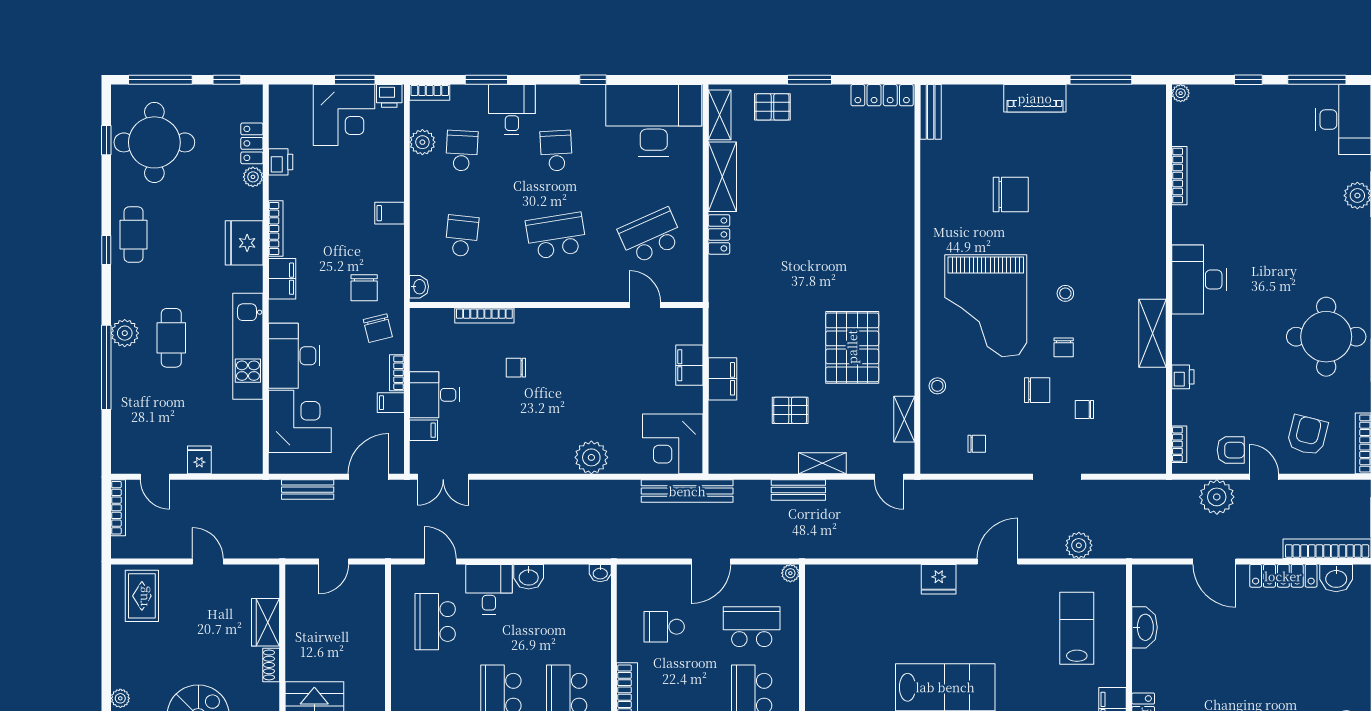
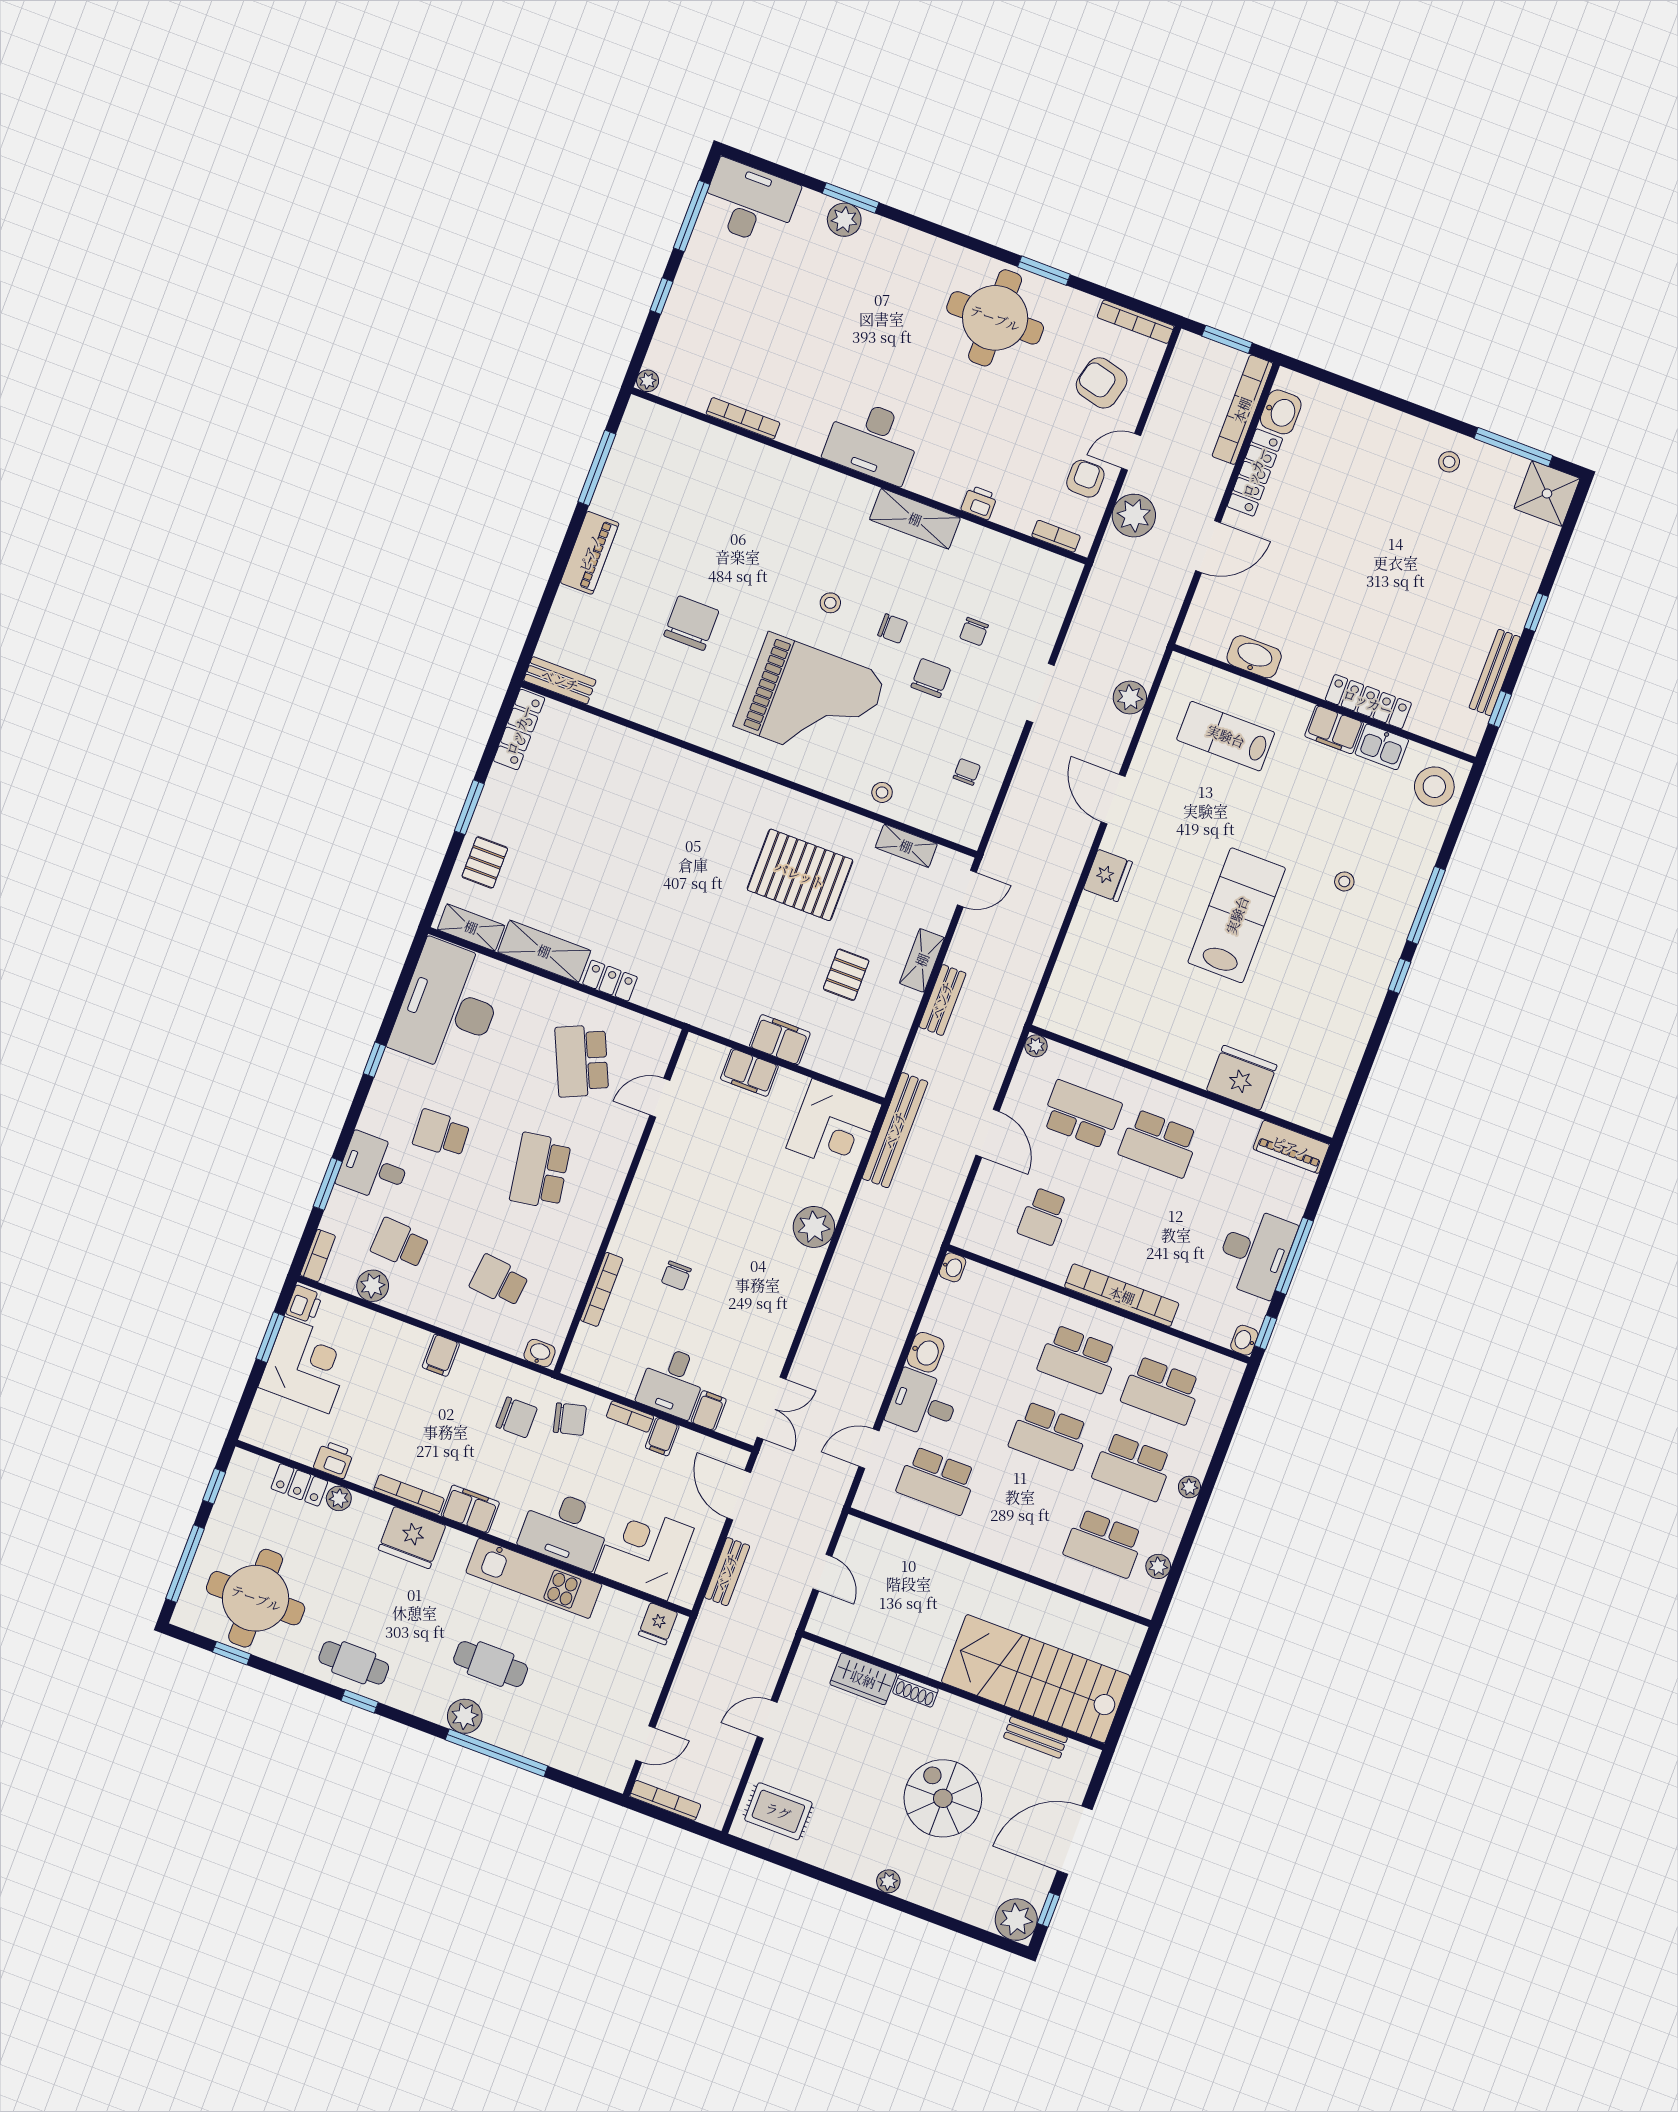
fridge: (199, 460) -> (658, 1624), moved, turned -90
school desk: (752, 627) -> (1081, 1114), turned 90

